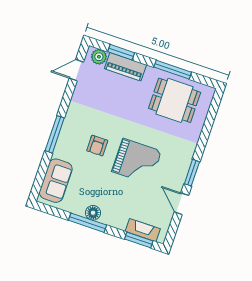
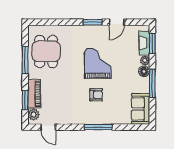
sofa: (56, 181) -> (141, 109), moved, turned -90
floor lamp: (93, 213) -> (144, 71), moved
plant: (120, 223) -> (145, 60), added

